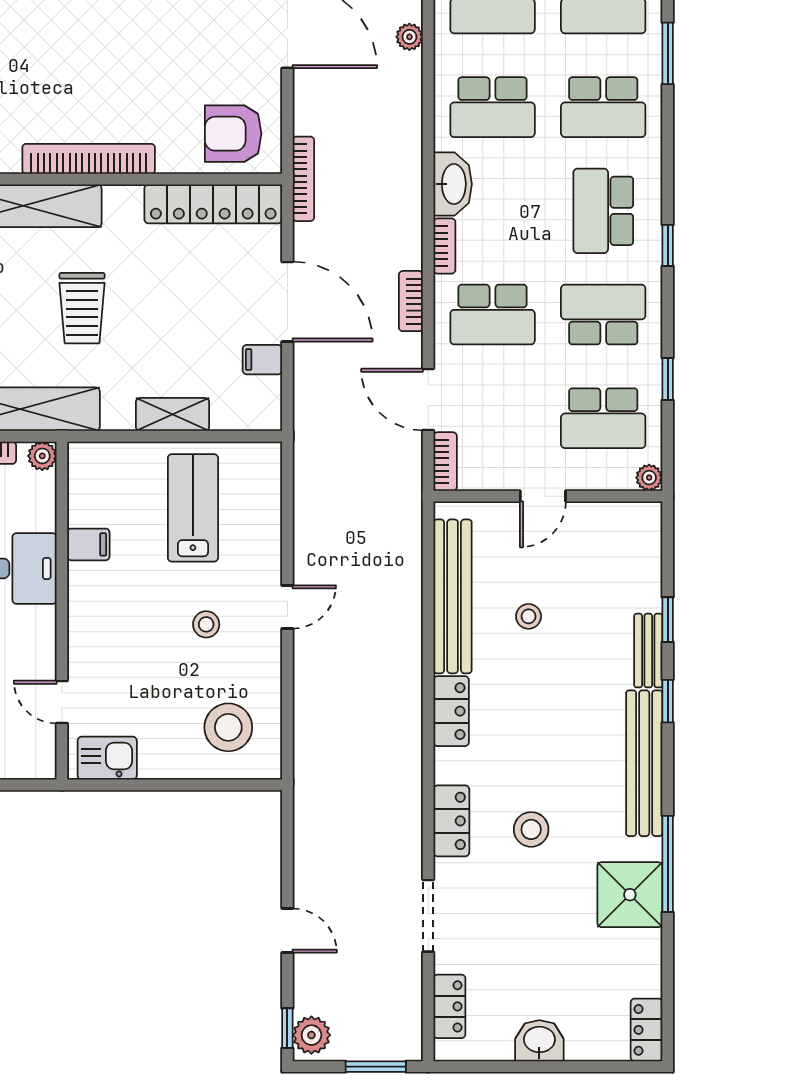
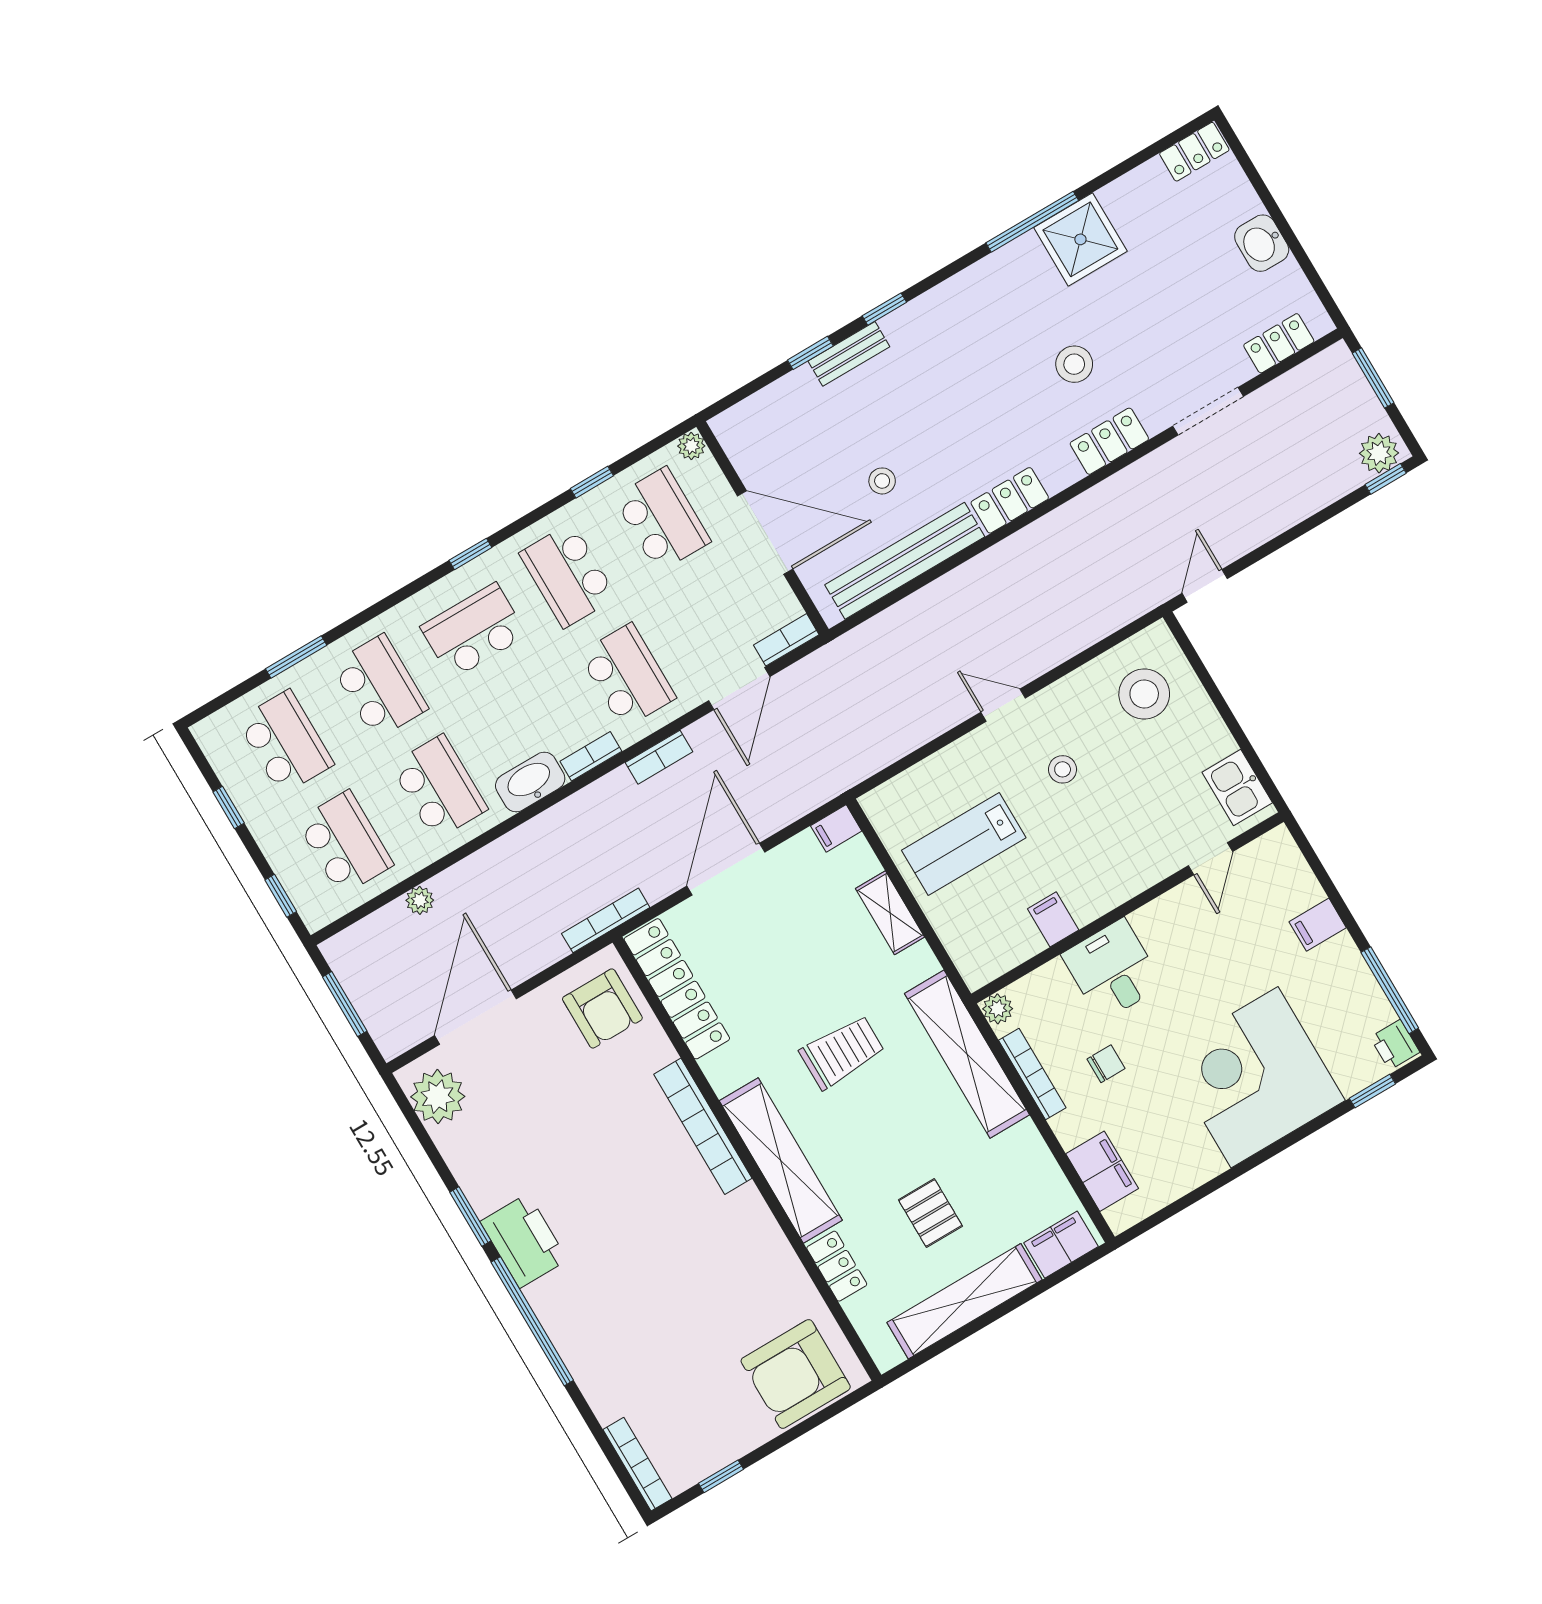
school desk: (603, 211) -> (474, 631), turned 180
filing cabinet: (262, 360) -> (836, 828), moved, turned 90
door: (543, 496) -> (765, 532), width x1.87
bench: (644, 763) -> (953, 297), removed
door: (287, 931) -> (1205, 586), moved

